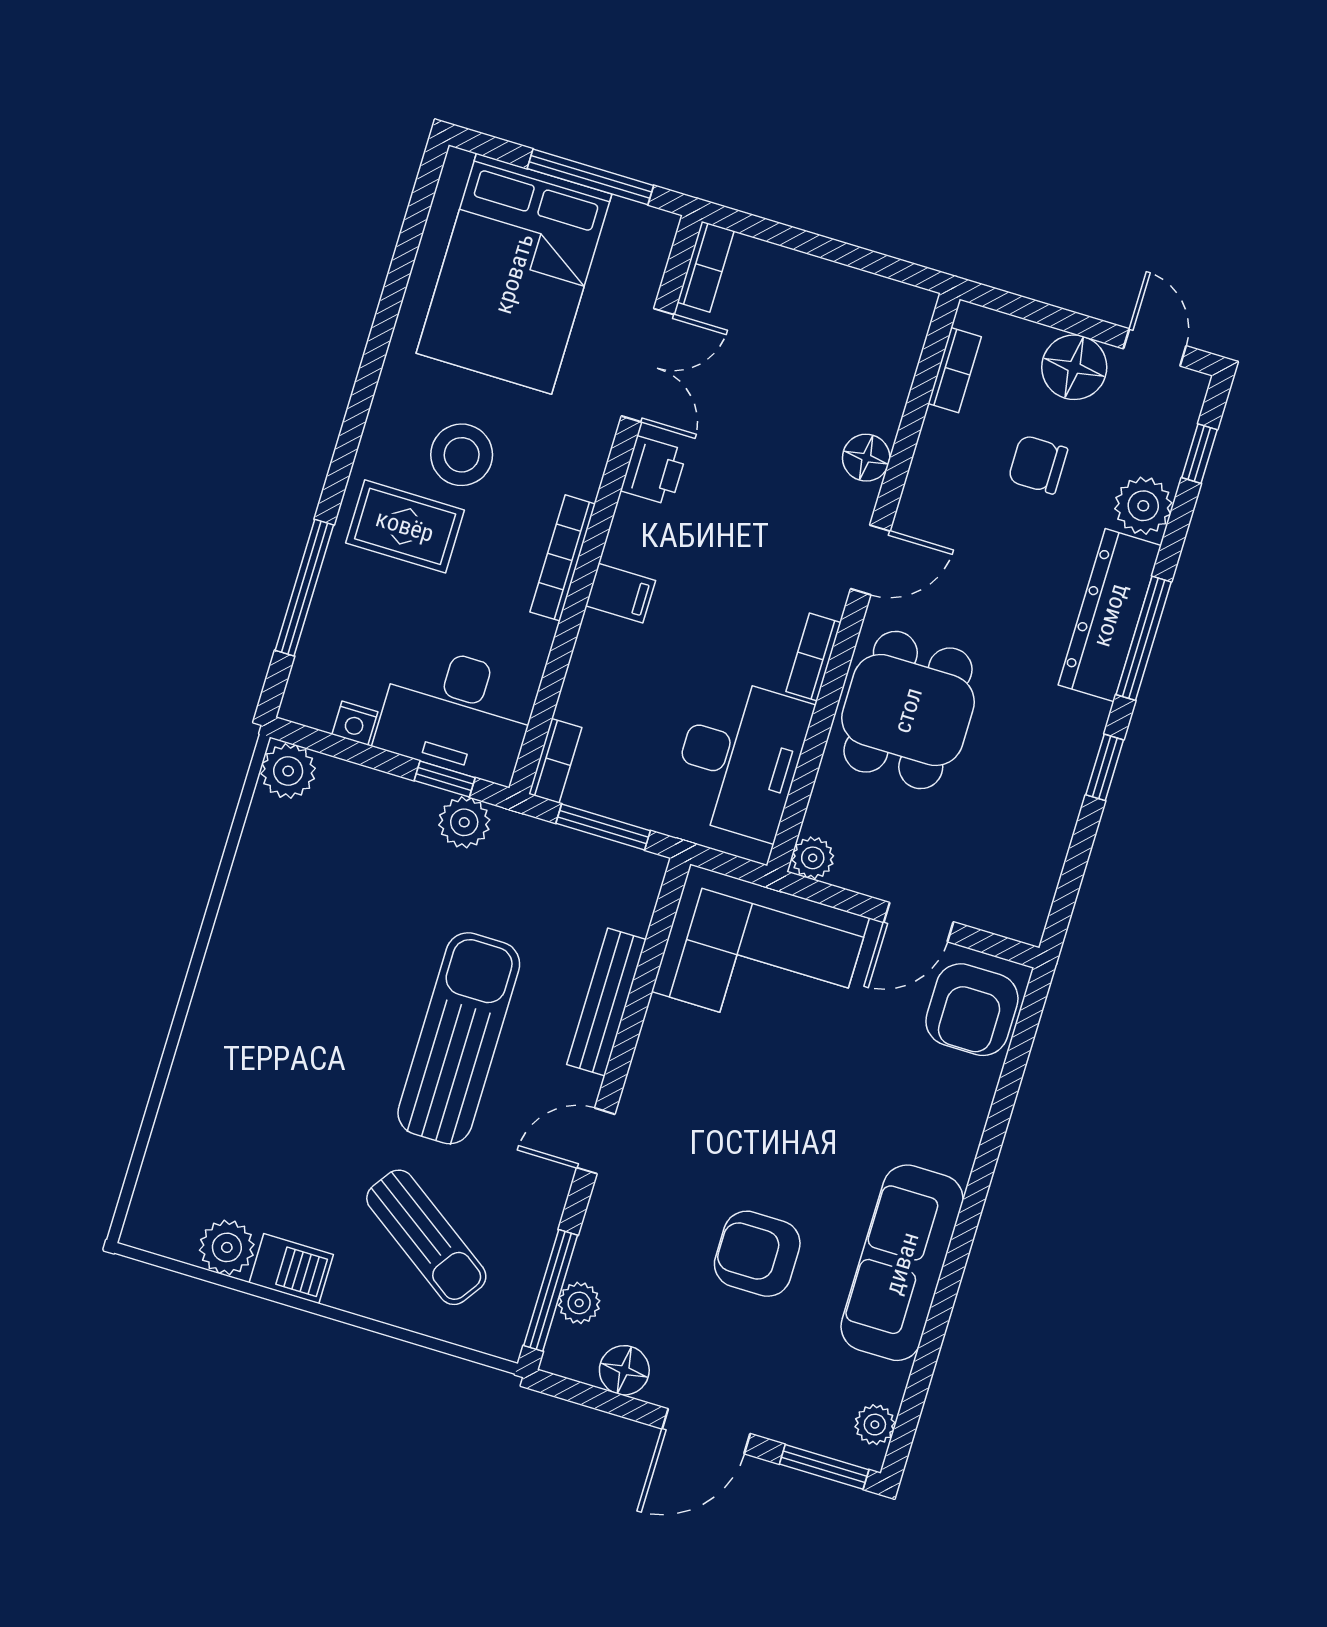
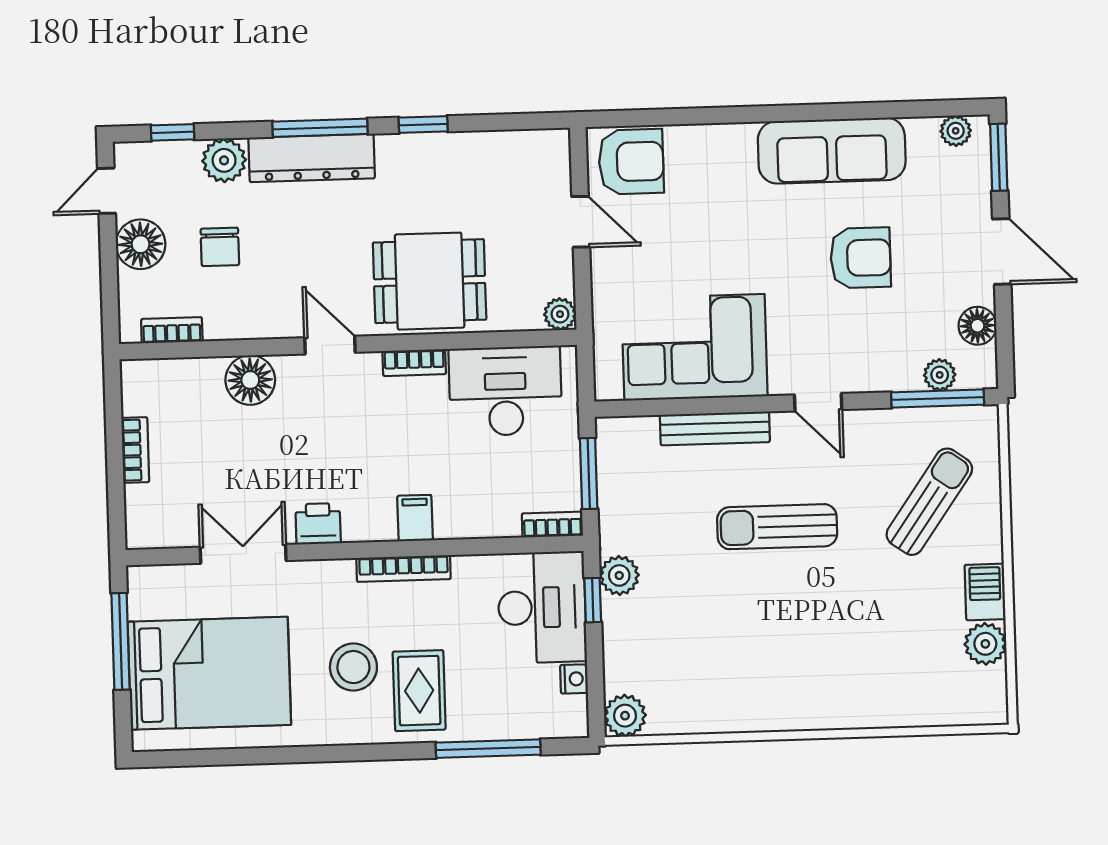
bookcase: (706, 267) -> (135, 450), moved, turned 90
floor lamp: (866, 458) -> (250, 380), width x1.38, depth x1.38
corner sofa: (760, 955) -> (694, 347), moved, turned -90
sun lounger: (459, 1038) -> (777, 527), width x0.73, depth x0.75
armchair: (757, 1254) -> (861, 258), turned -90

